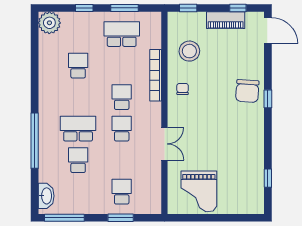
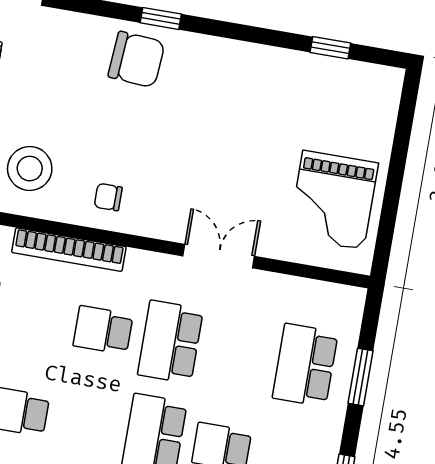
school desk: (122, 129) -> (170, 342), width x1.85
grand piano: (199, 191) -> (333, 200), turned 90
school desk: (122, 192) -> (305, 365), width x1.85

